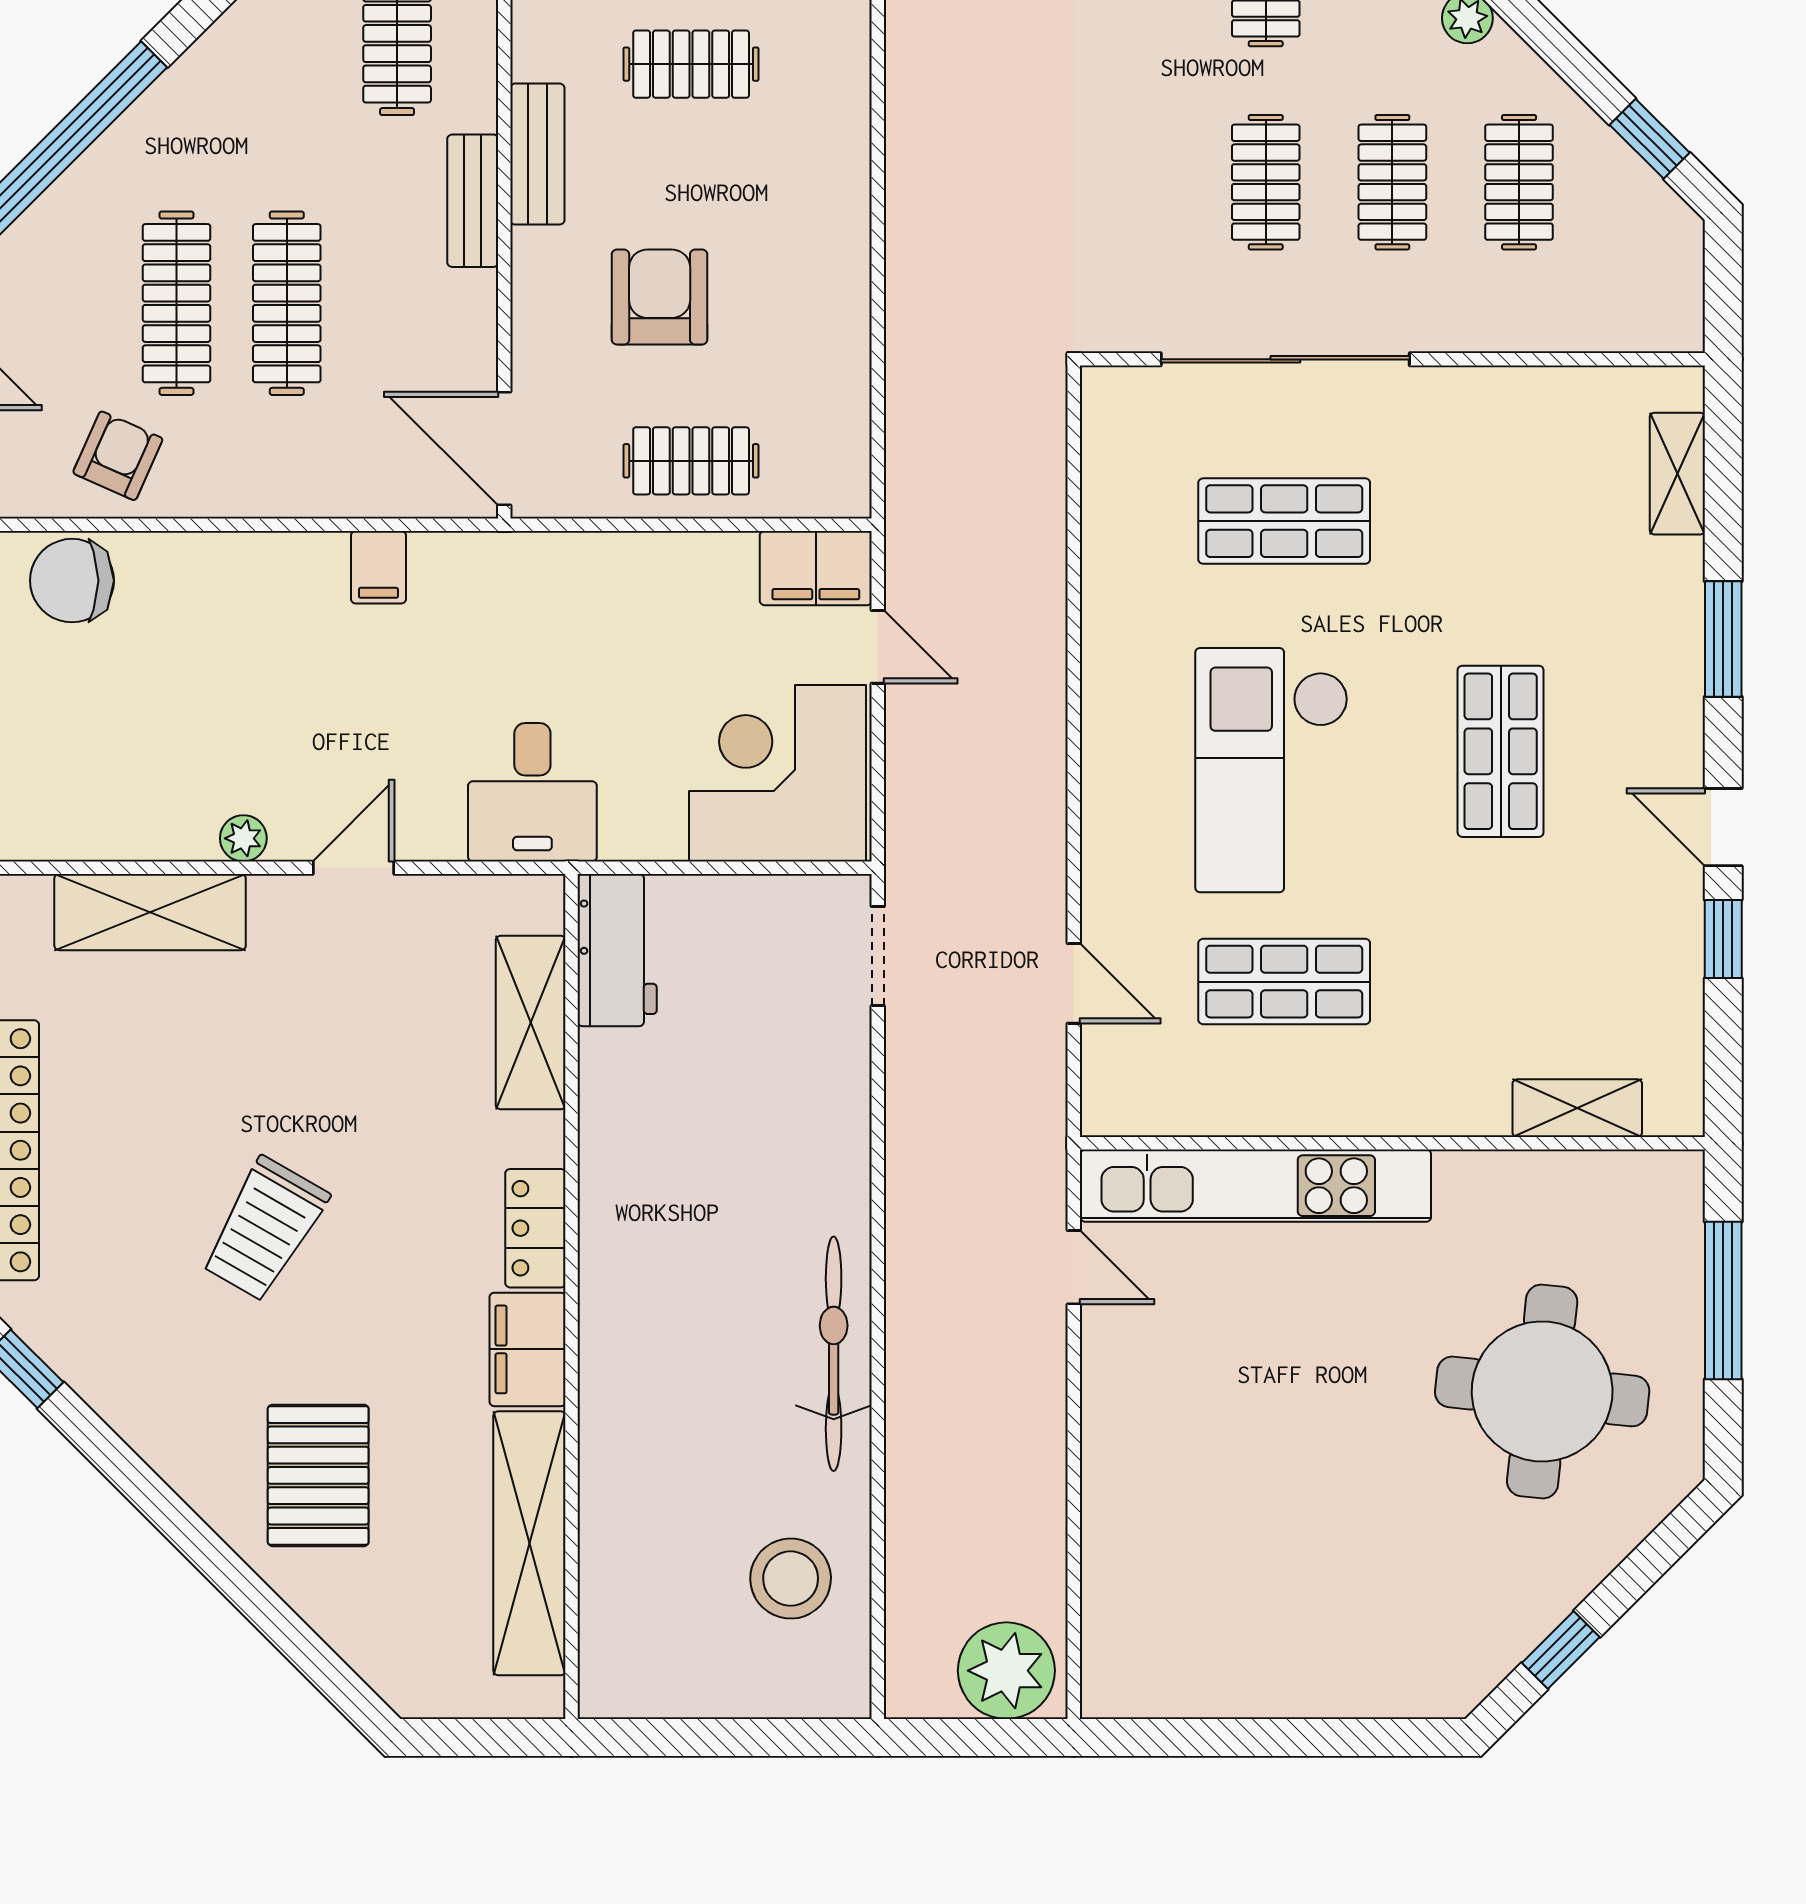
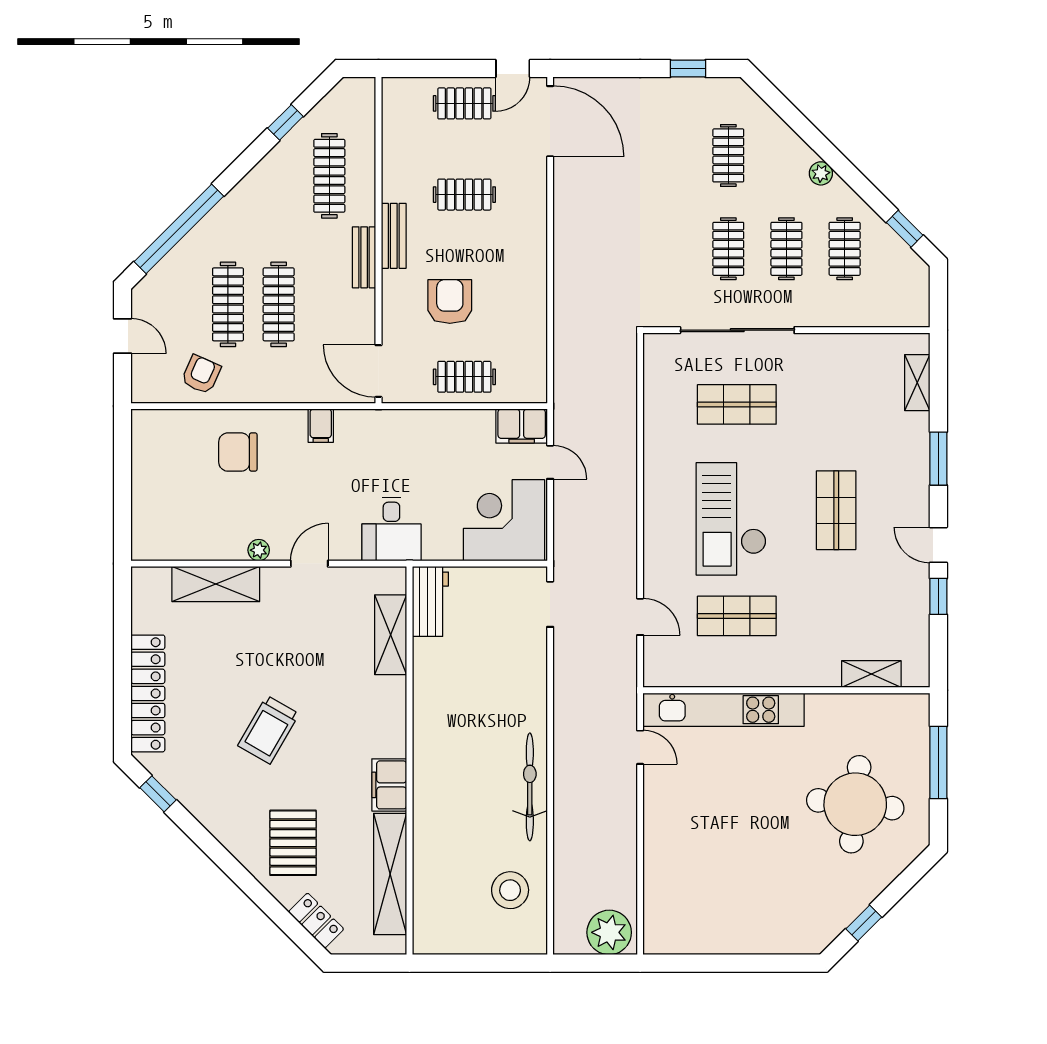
chair: (72, 581) -> (238, 452), moved
locker: (535, 1228) -> (316, 921), moved, turned 135

